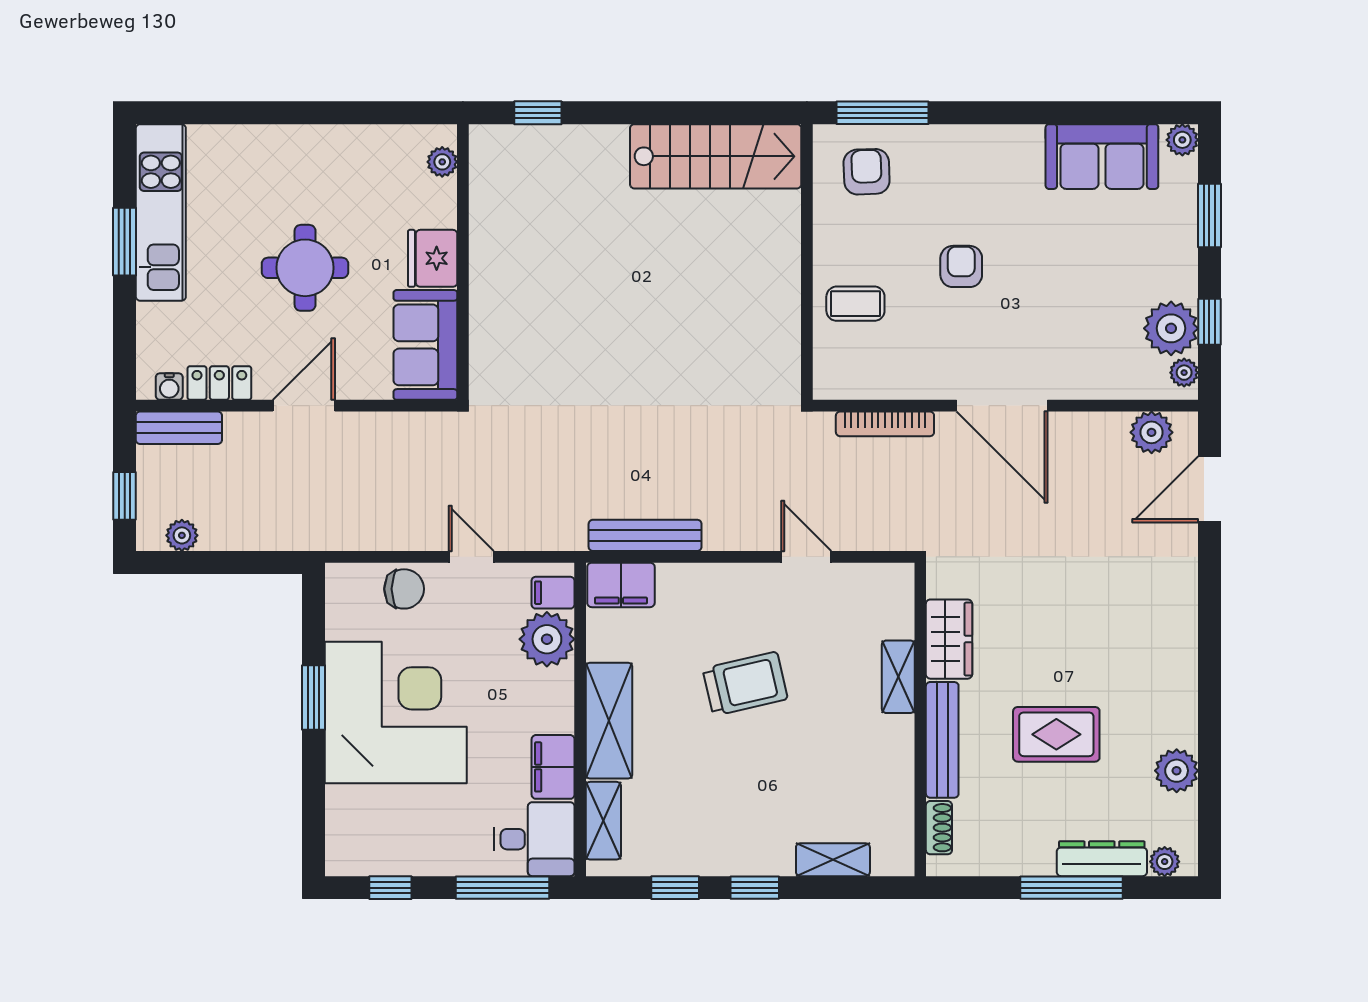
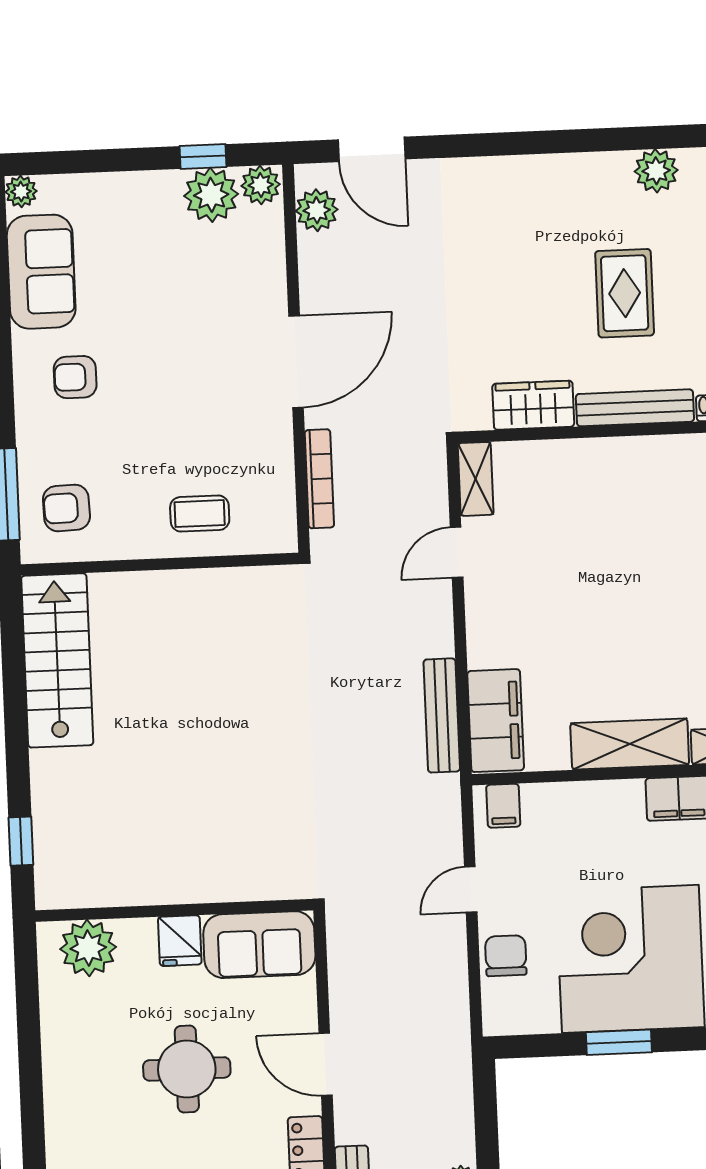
plant: (442, 162) -> (88, 948), width x1.88, depth x1.88
window: (1209, 215) -> (96, 161), removed
fridge: (433, 258) -> (180, 941), width x0.72
armchair: (961, 266) -> (75, 377), moved
coffee table: (855, 304) -> (200, 514), turned 90
plant: (1184, 373) -> (261, 185), width x1.38, depth x1.38
filing cabinet: (621, 585) -> (496, 721), width x1.50, depth x1.17
plant: (547, 639) -> (550, 810), removed
shelving: (898, 677) -> (476, 479), moved, turned 90
trolley: (745, 684) -> (587, 609), removed

